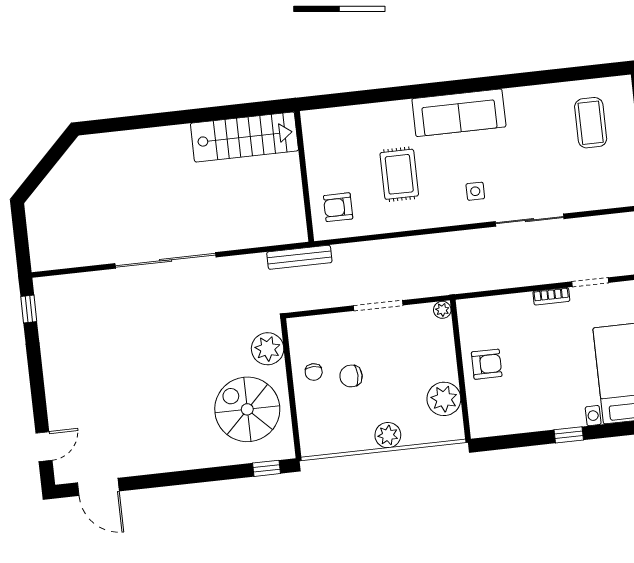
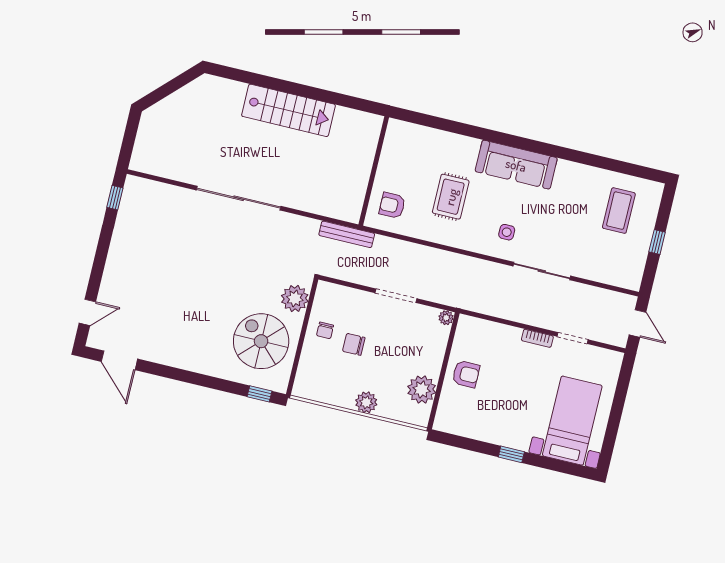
stairs: (244, 137) -> (288, 110), moved

